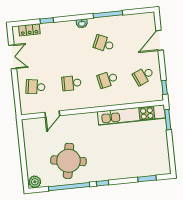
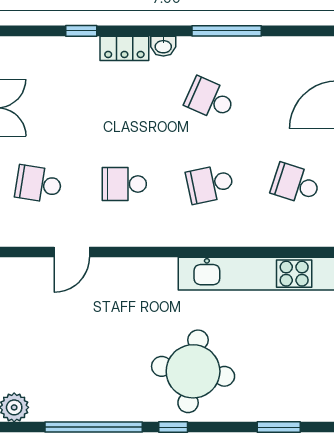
locker: (29, 30) -> (124, 48), moved
school desk: (144, 76) -> (296, 184), turned 42
round table: (68, 161) -> (193, 371), moved

